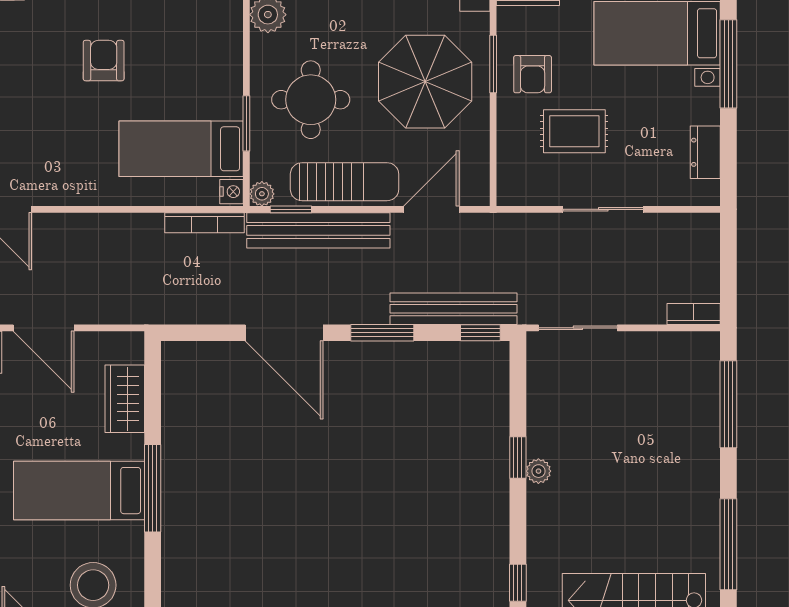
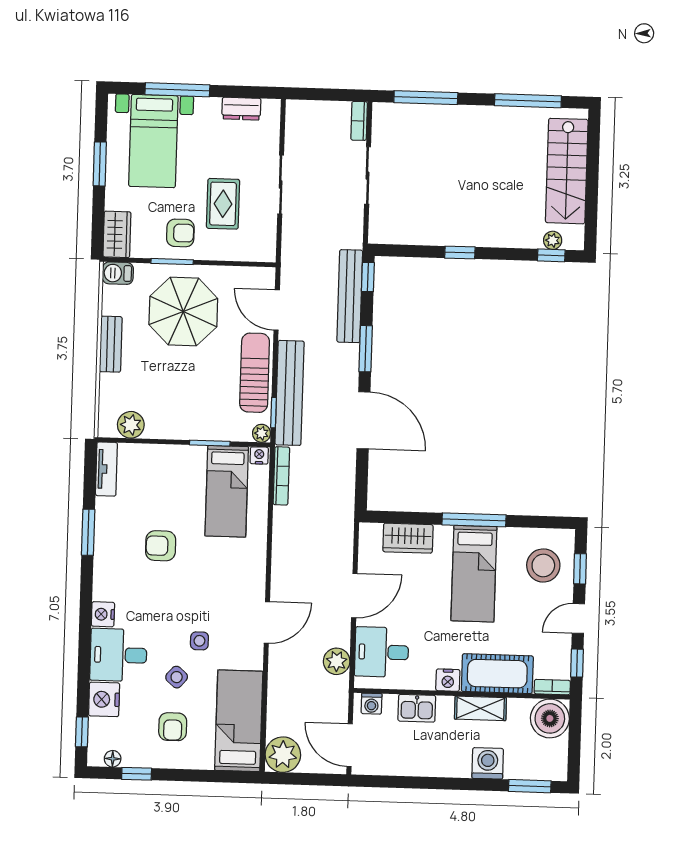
round table: (311, 100) -> (194, 395), removed
sliding door: (578, 328) -> (368, 176), moved
door: (284, 333) -> (363, 420), hinge flipped
plant: (538, 471) -> (553, 240), moved

